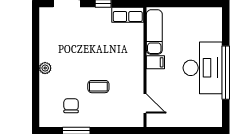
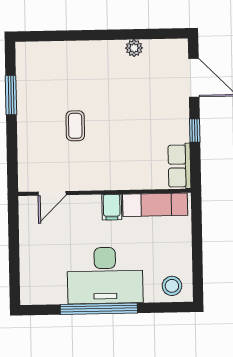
stool: (211, 22) -> (172, 286), added
plant: (45, 68) -> (134, 48), moved
chair: (71, 106) -> (47, 87), removed

